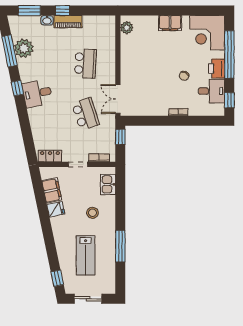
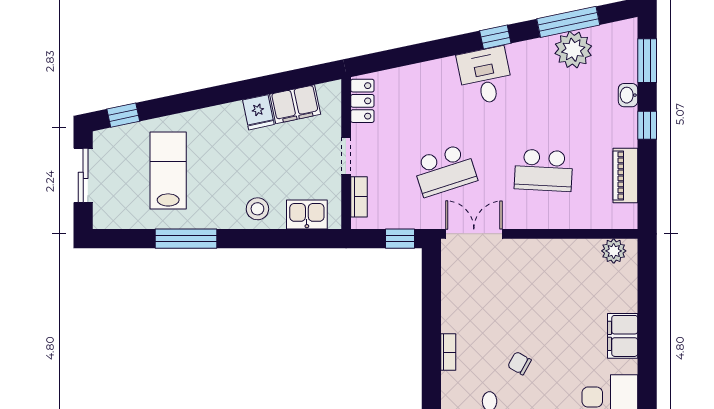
piano: (68, 22) -> (625, 175), moved
stool: (92, 213) -> (257, 209), moved
lab bench: (86, 255) -> (168, 171), turned 90

